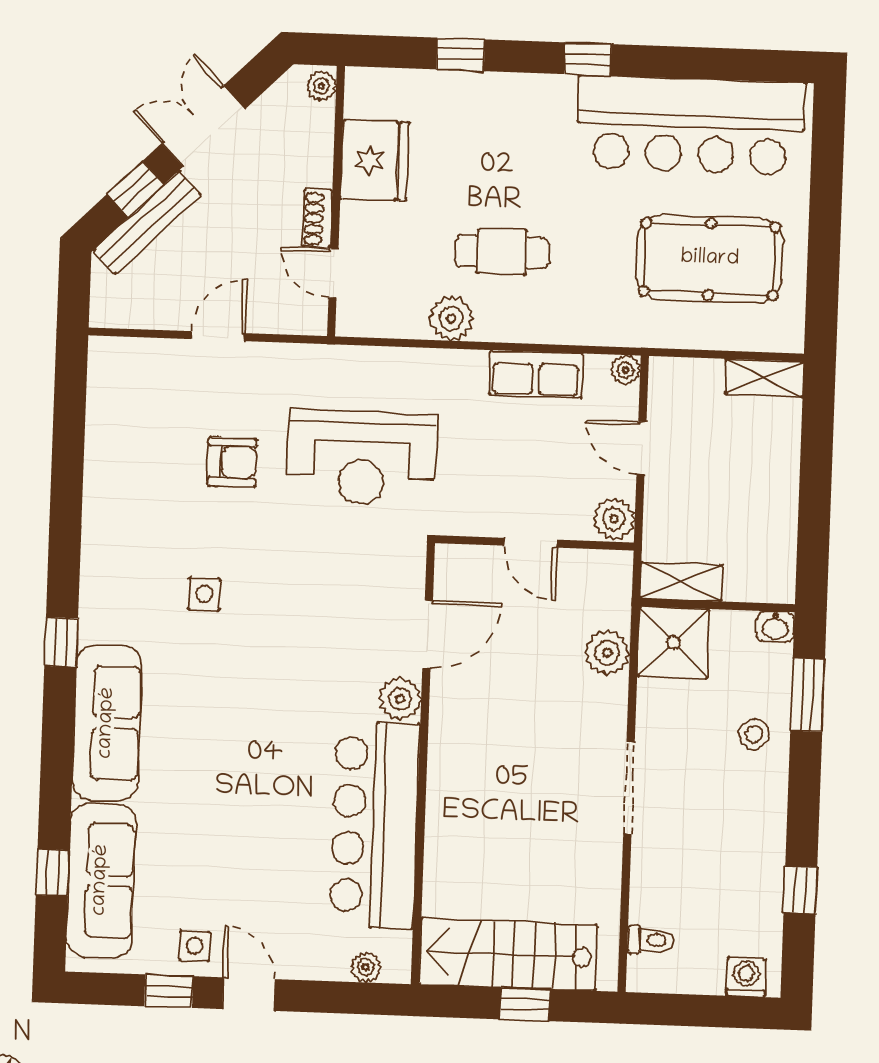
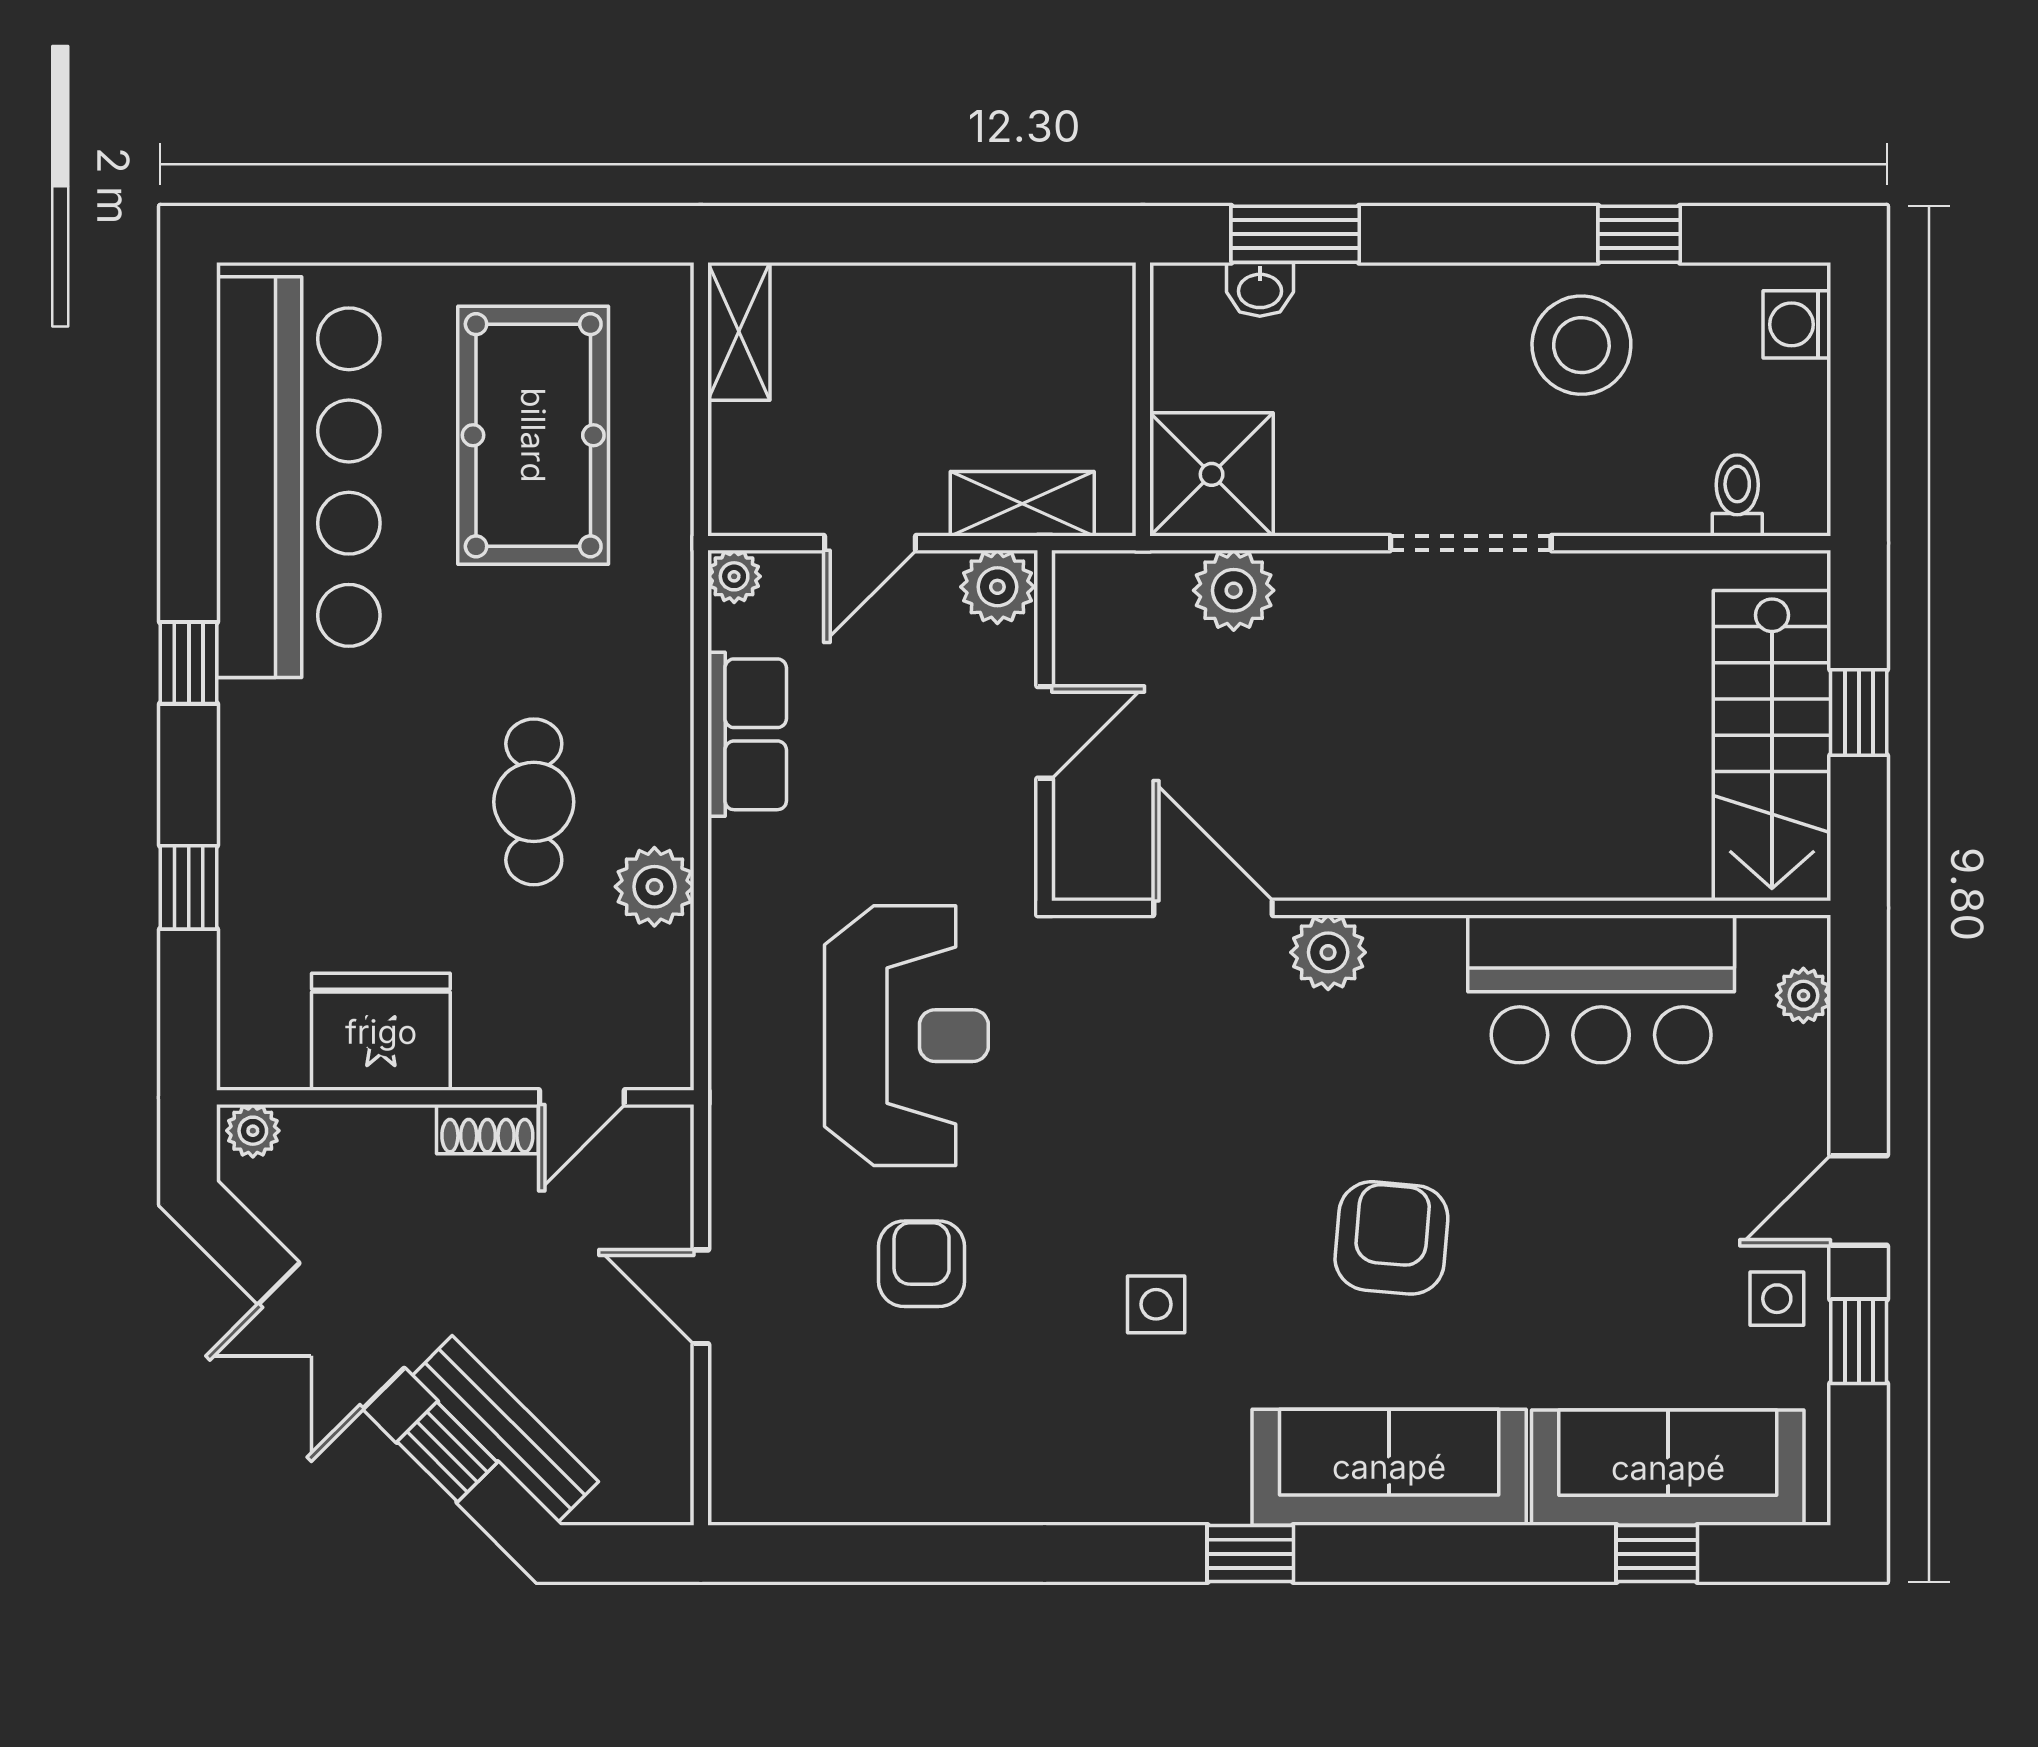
shelving: (681, 582) -> (1022, 504), moved, turned 90
washbasin: (775, 627) -> (1260, 289), moved, turned 90
armchair: (237, 729) -> (1391, 1238), added
stool: (754, 734) -> (1581, 345), moved, width x1.89, depth x1.89
bar counter: (375, 825) -> (1601, 989), width x0.73

